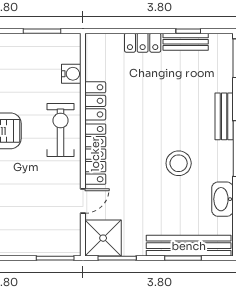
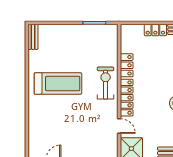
water cooler: (71, 74) -> (112, 49), removed
door: (83, 201) -> (119, 126), hinge flipped

